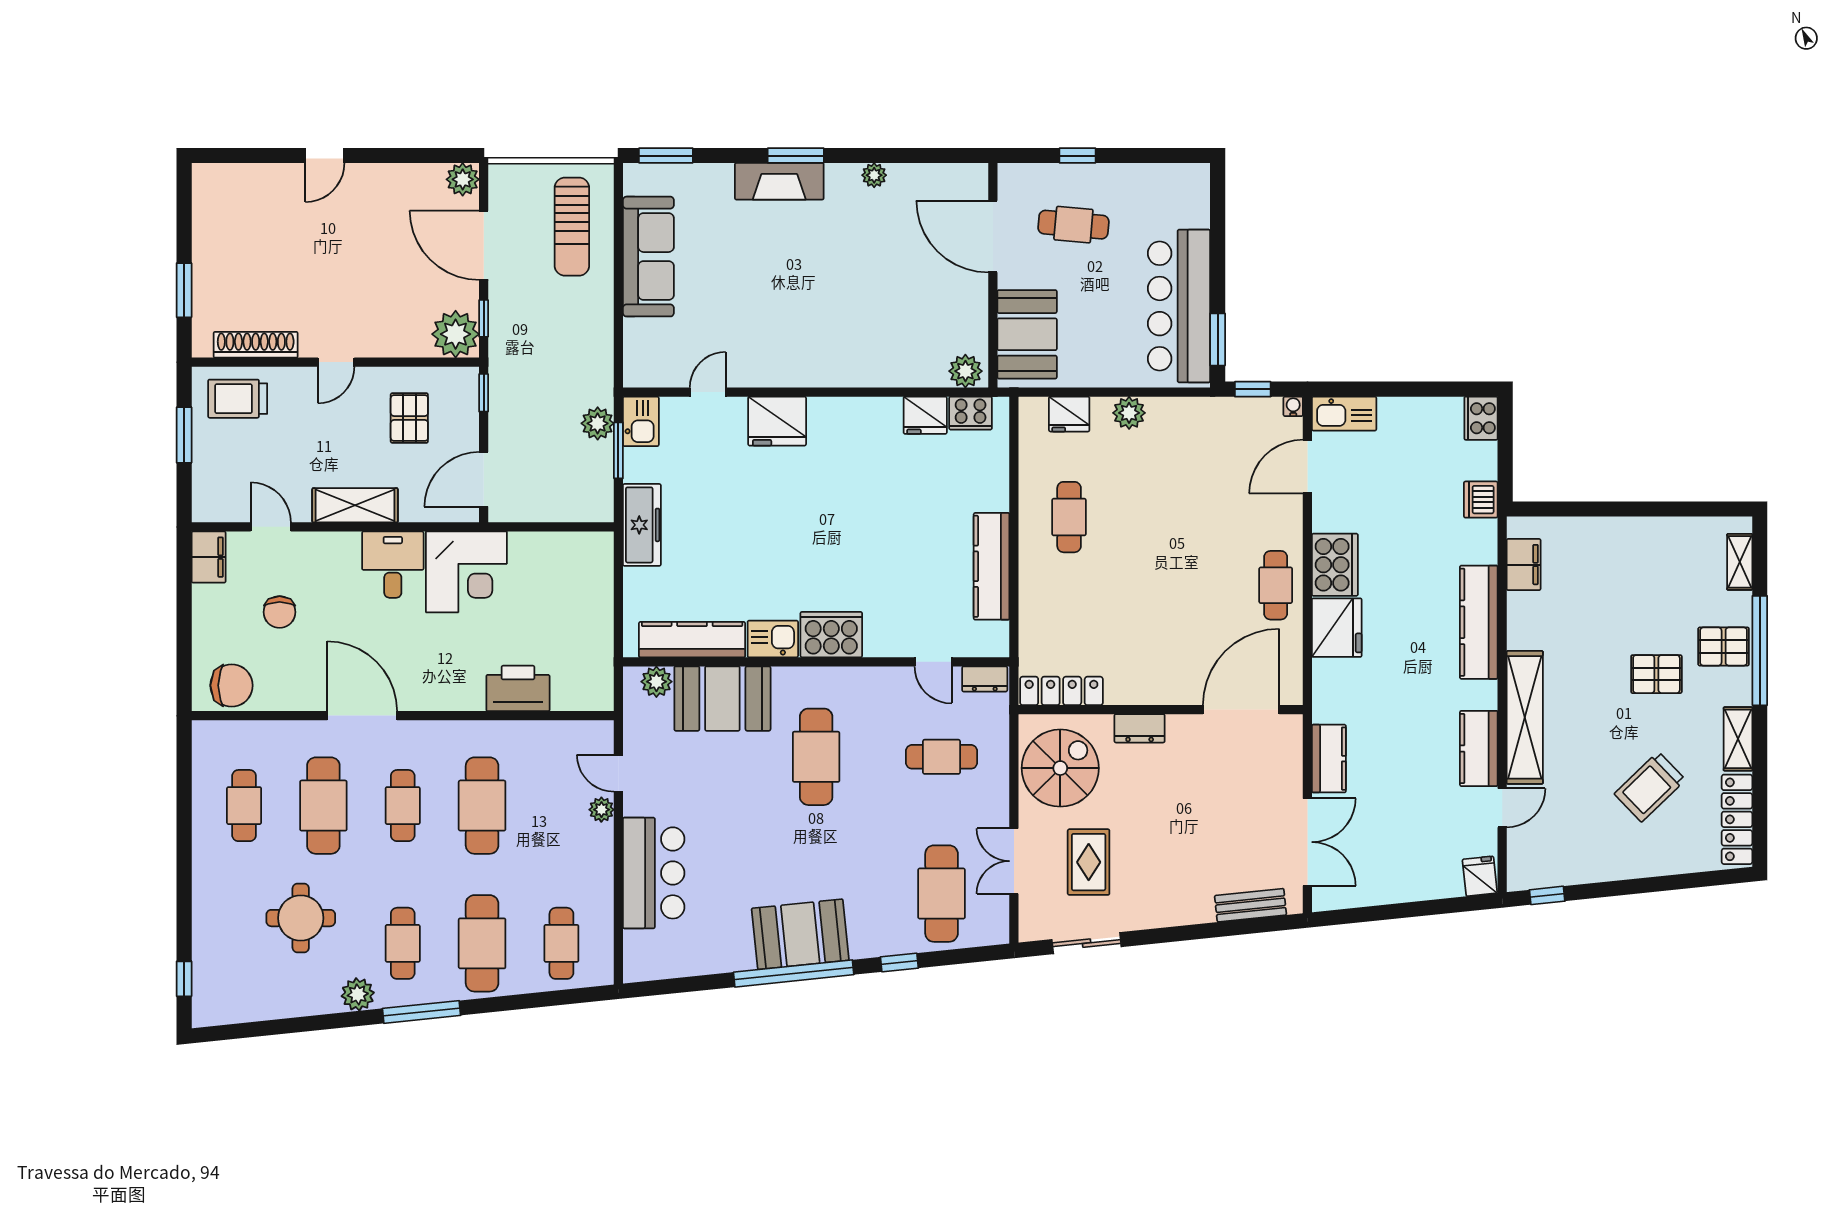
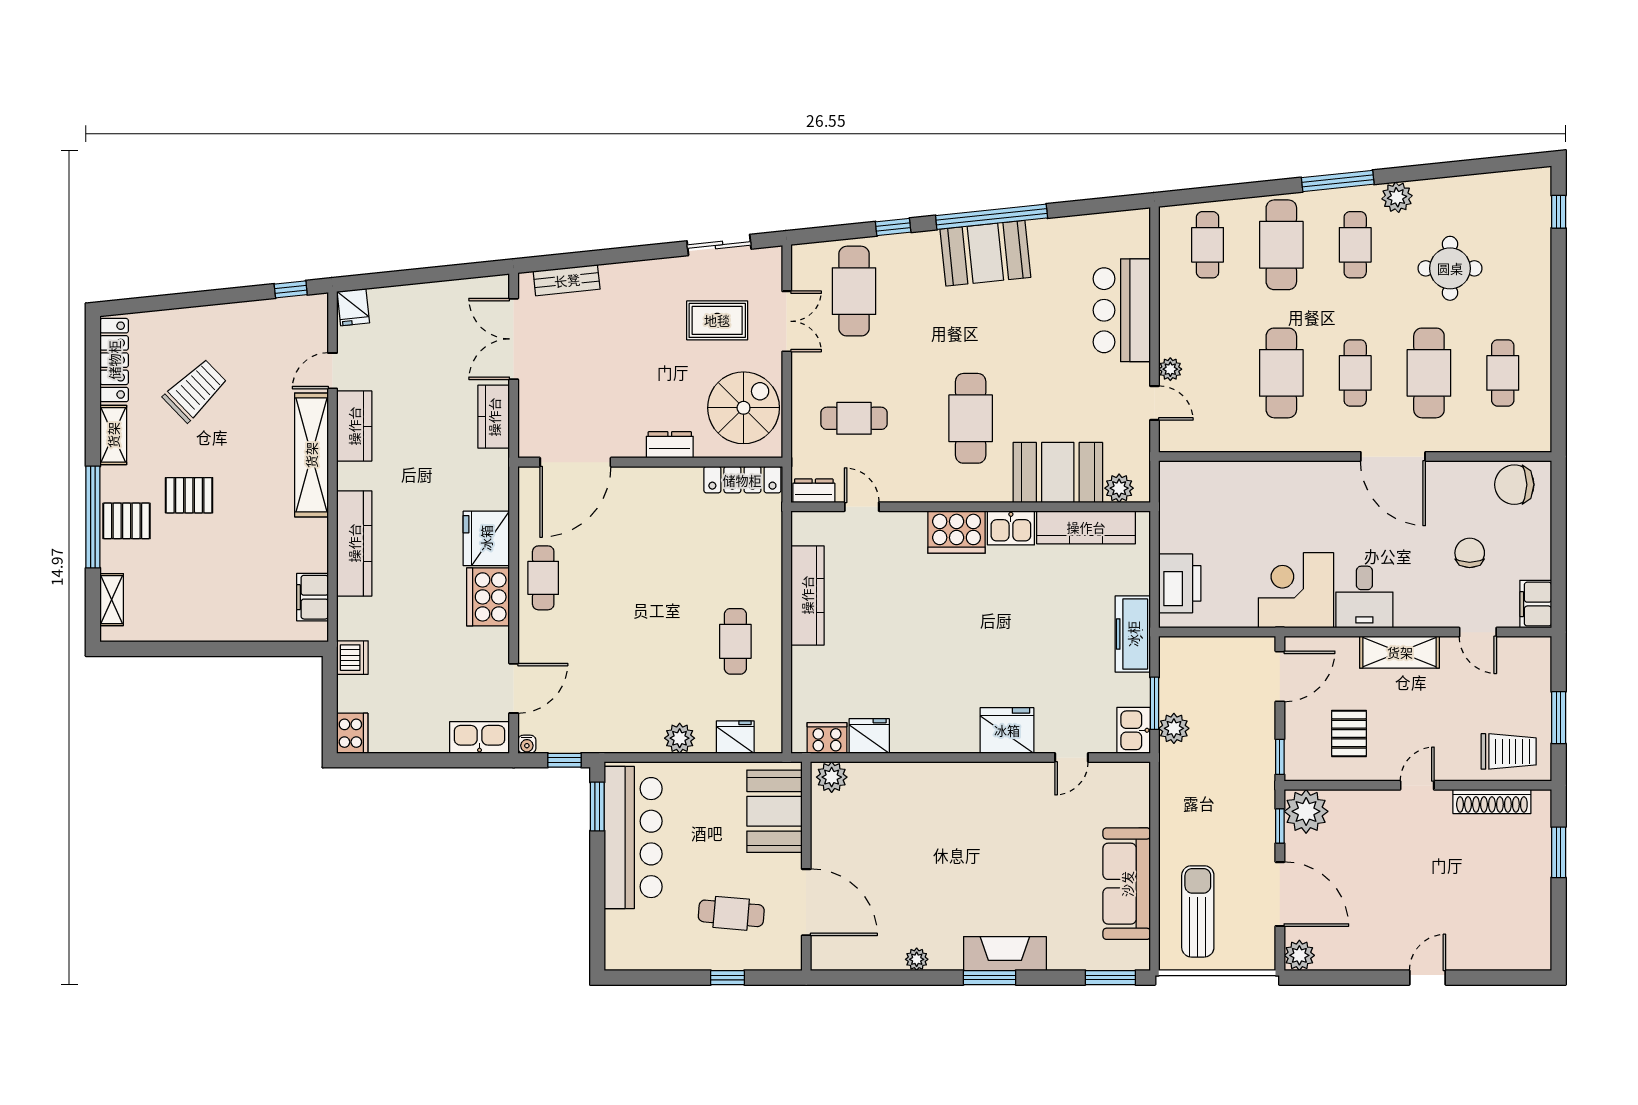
printer: (518, 688) -> (1180, 583), moved, turned -90
spiral stairs: (1060, 768) -> (744, 408), turned 180
rug: (1089, 862) -> (717, 320), turned 90

